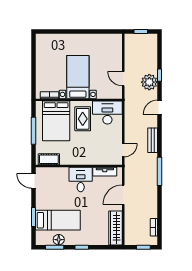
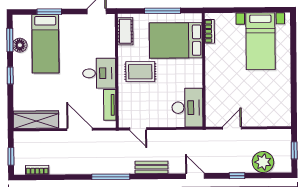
bed with nightstands: (78, 77) -> (260, 41), moved, turned 90
plant: (149, 82) -> (263, 162), moved
rug: (83, 119) -> (140, 72), moved

